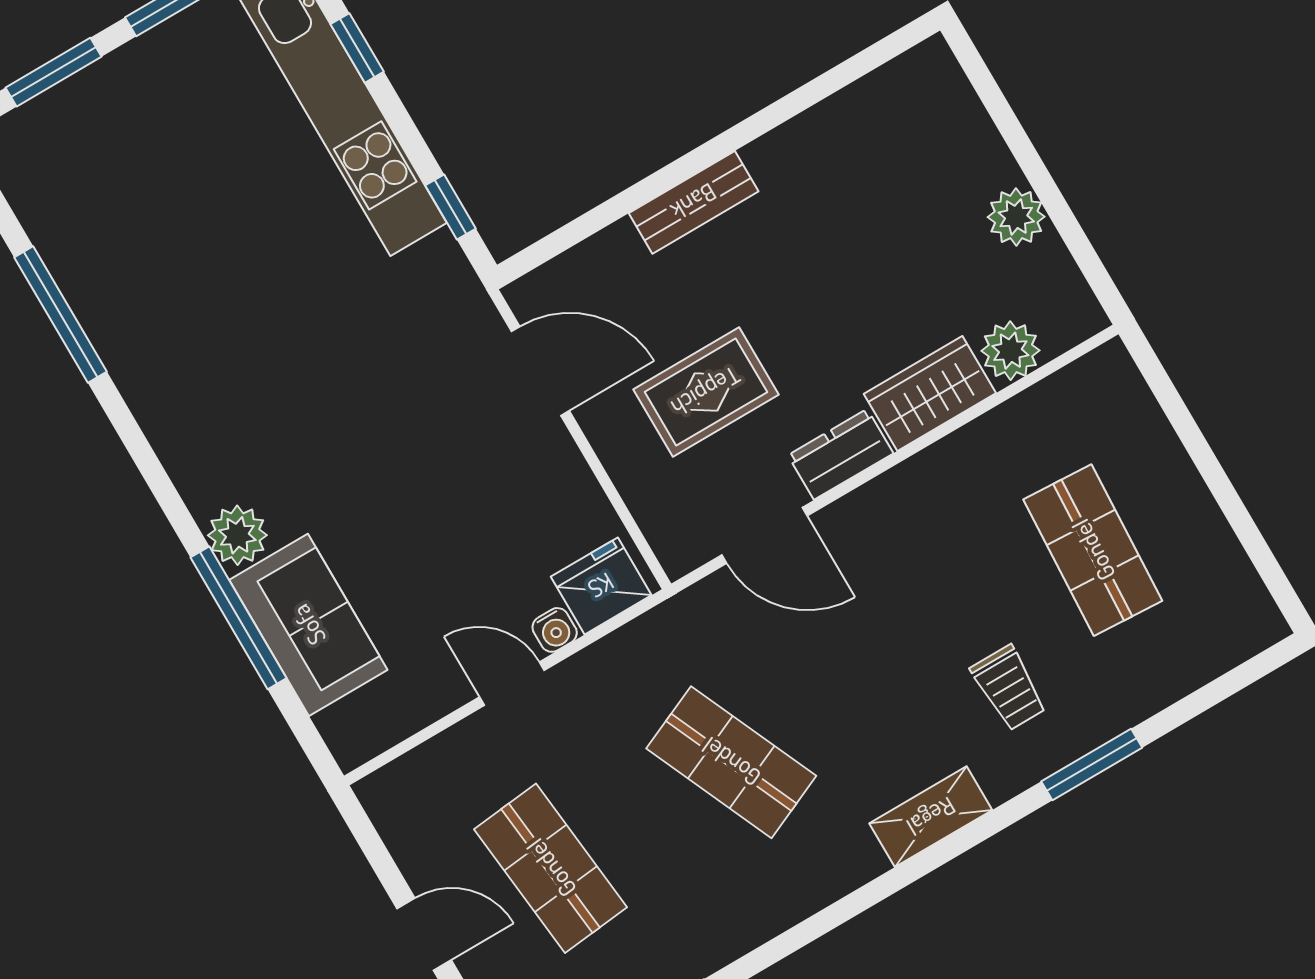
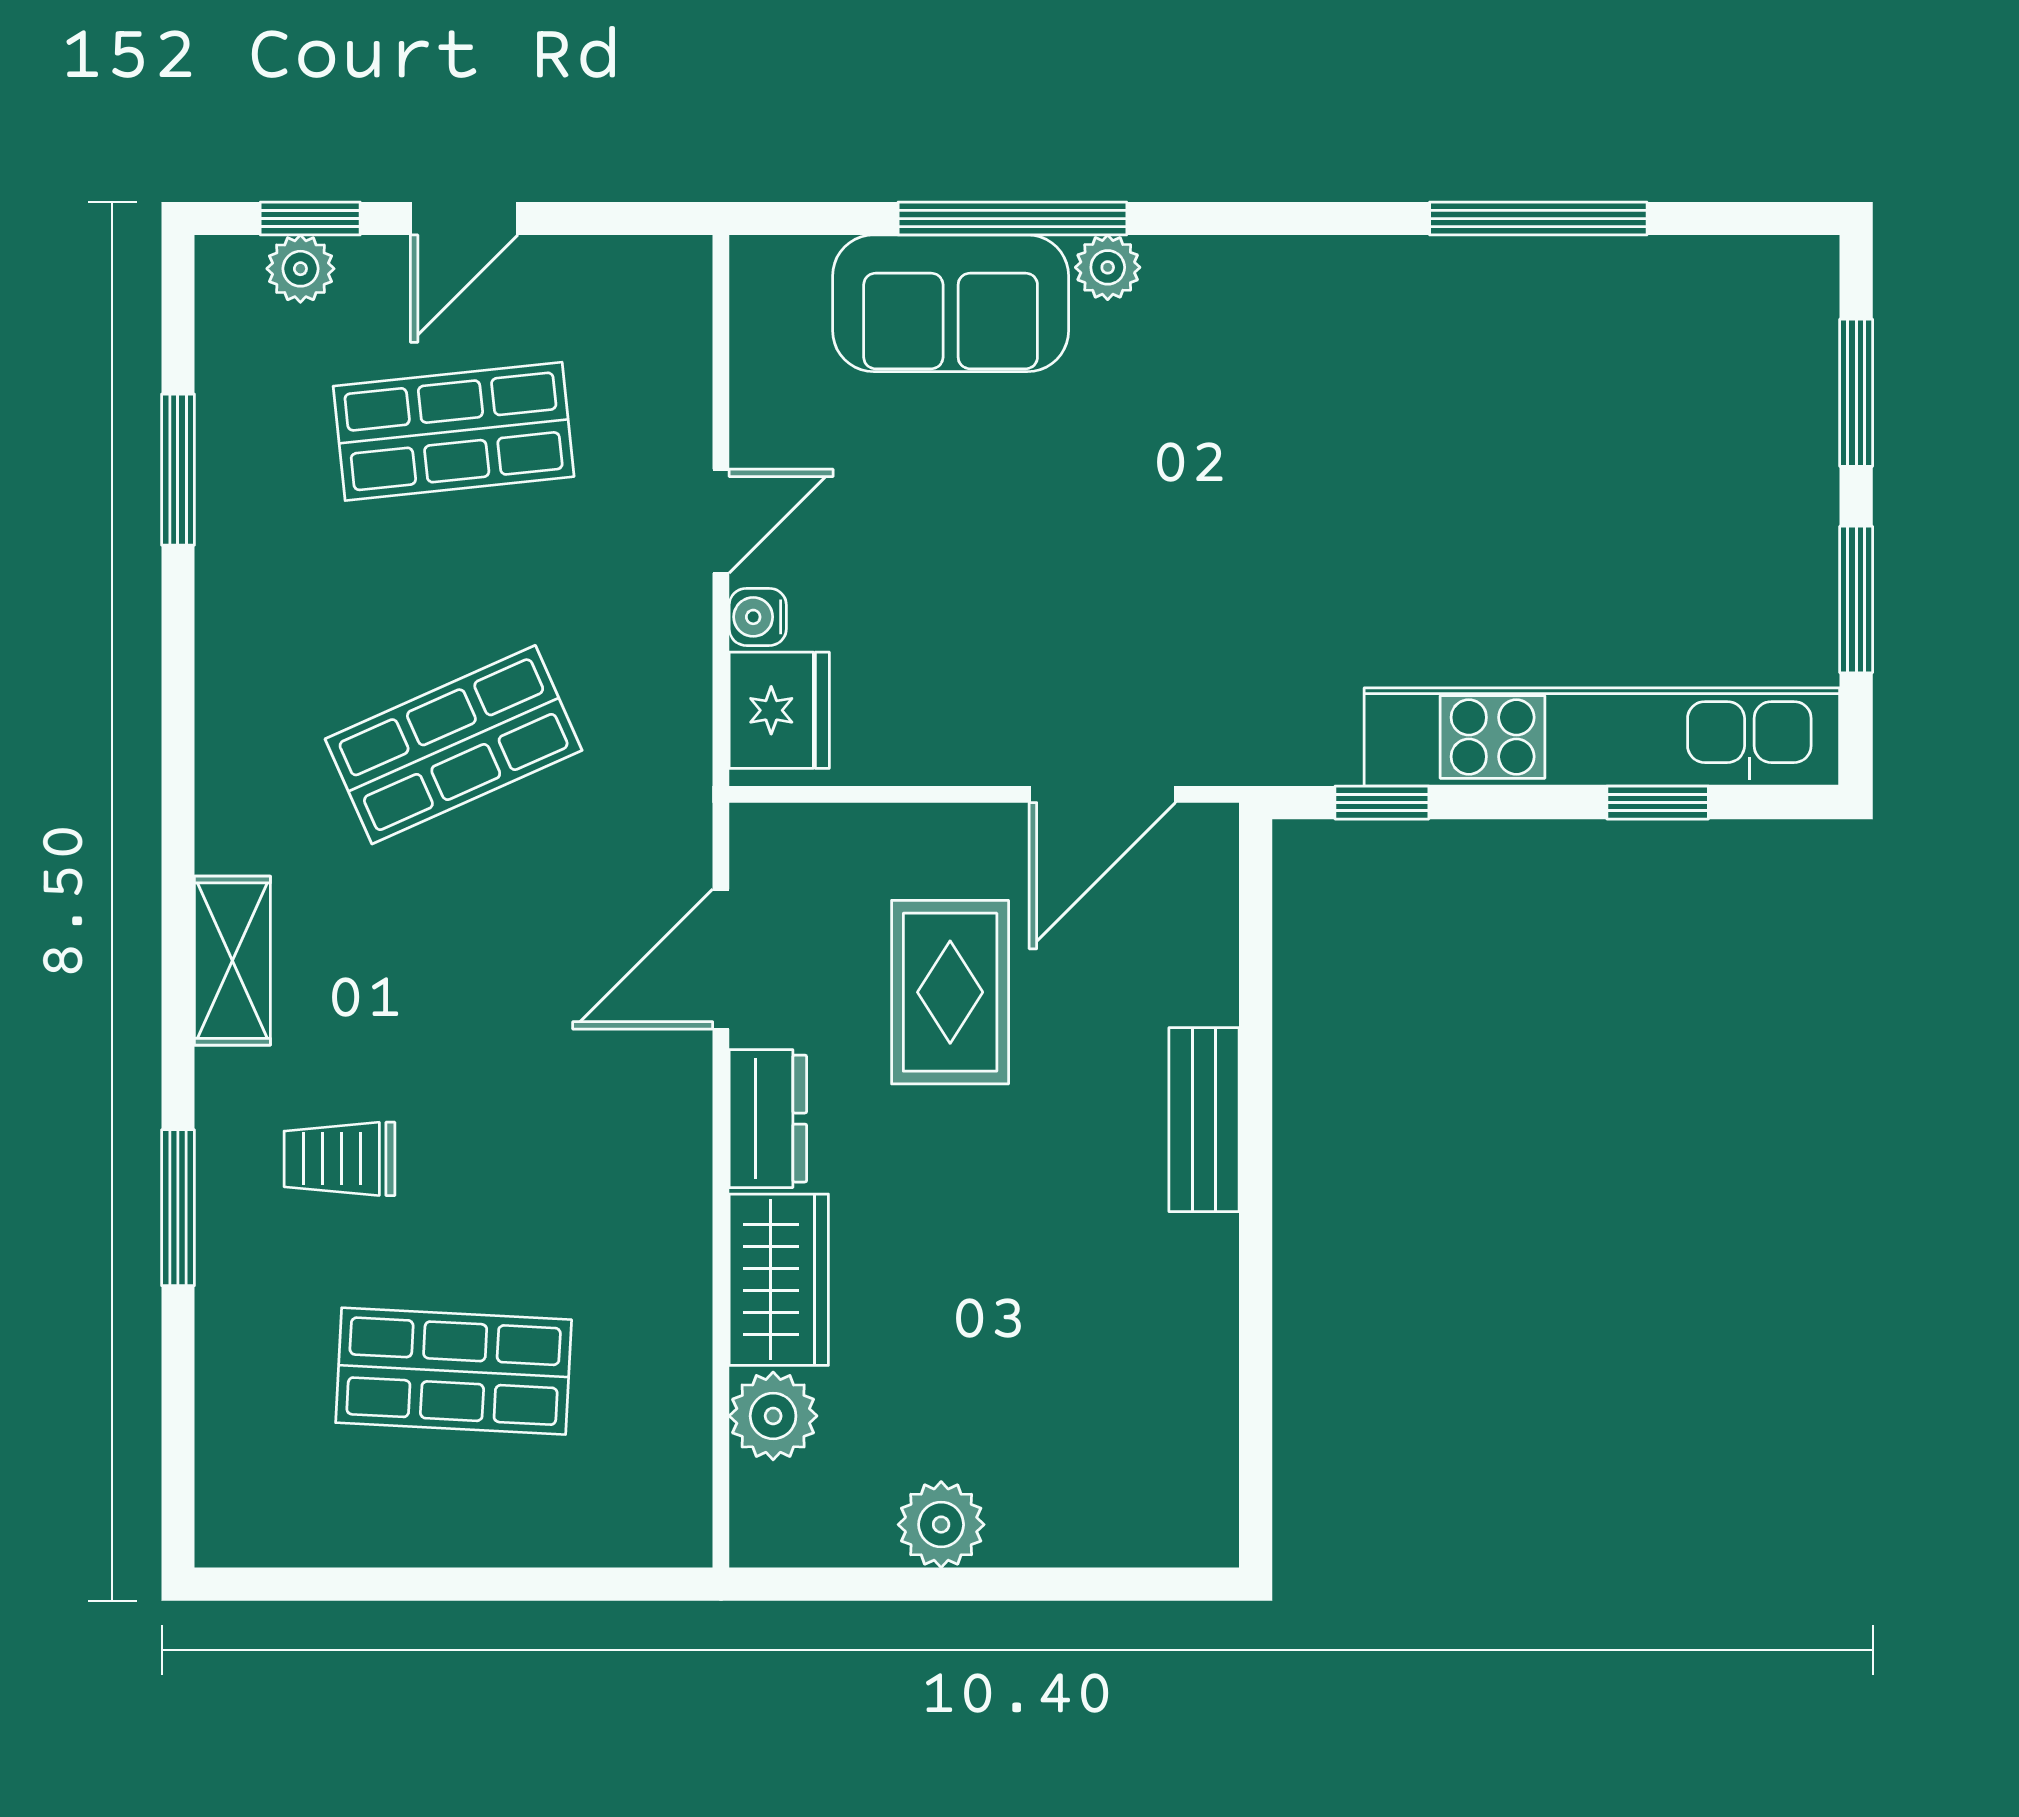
plant: (237, 535) -> (1108, 267), width x0.73, depth x0.73

